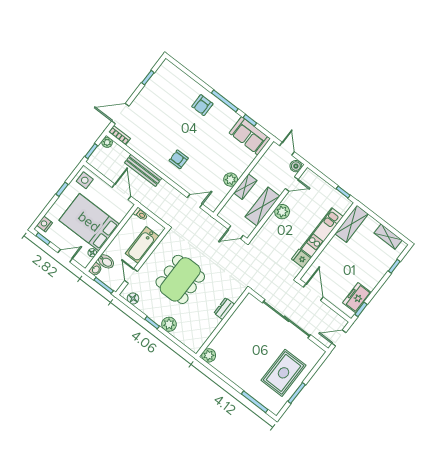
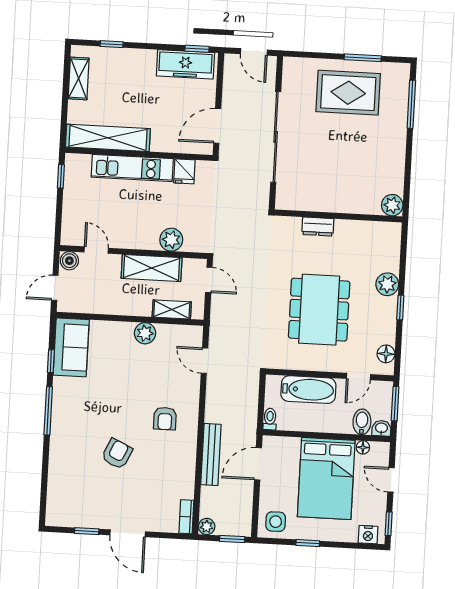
armchair: (202, 105) -> (117, 454), moved, turned -65
door: (120, 114) -> (128, 533), moved
shelving: (245, 187) -> (172, 310), moved
plant: (282, 212) -> (171, 240), moved
shelving: (352, 224) -> (108, 138), width x1.47
dining table: (180, 279) -> (319, 310), turned 90
freezer: (357, 298) -> (185, 64), width x1.40

